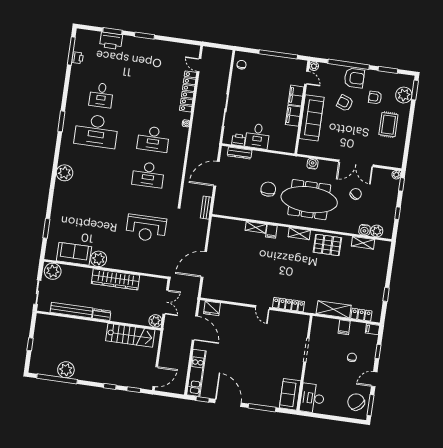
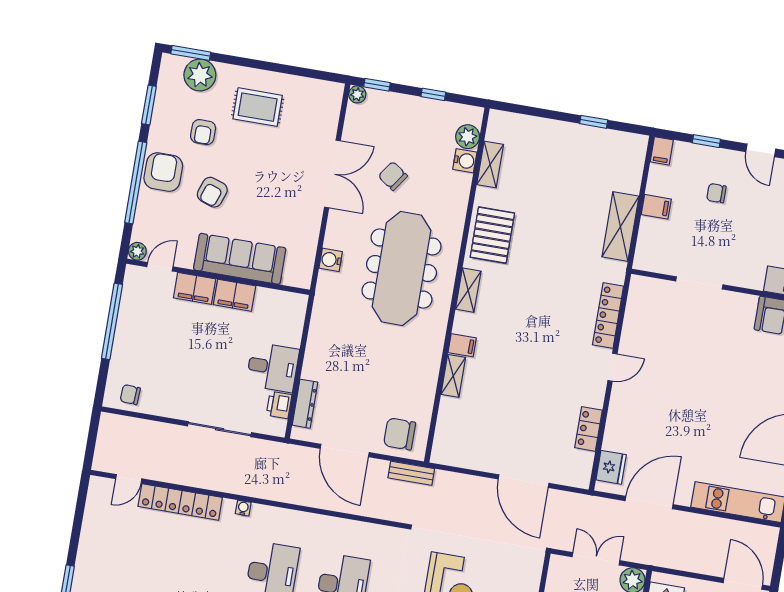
chair: (268, 189) -> (400, 434), moved
locker: (361, 315) -> (589, 429), moved

